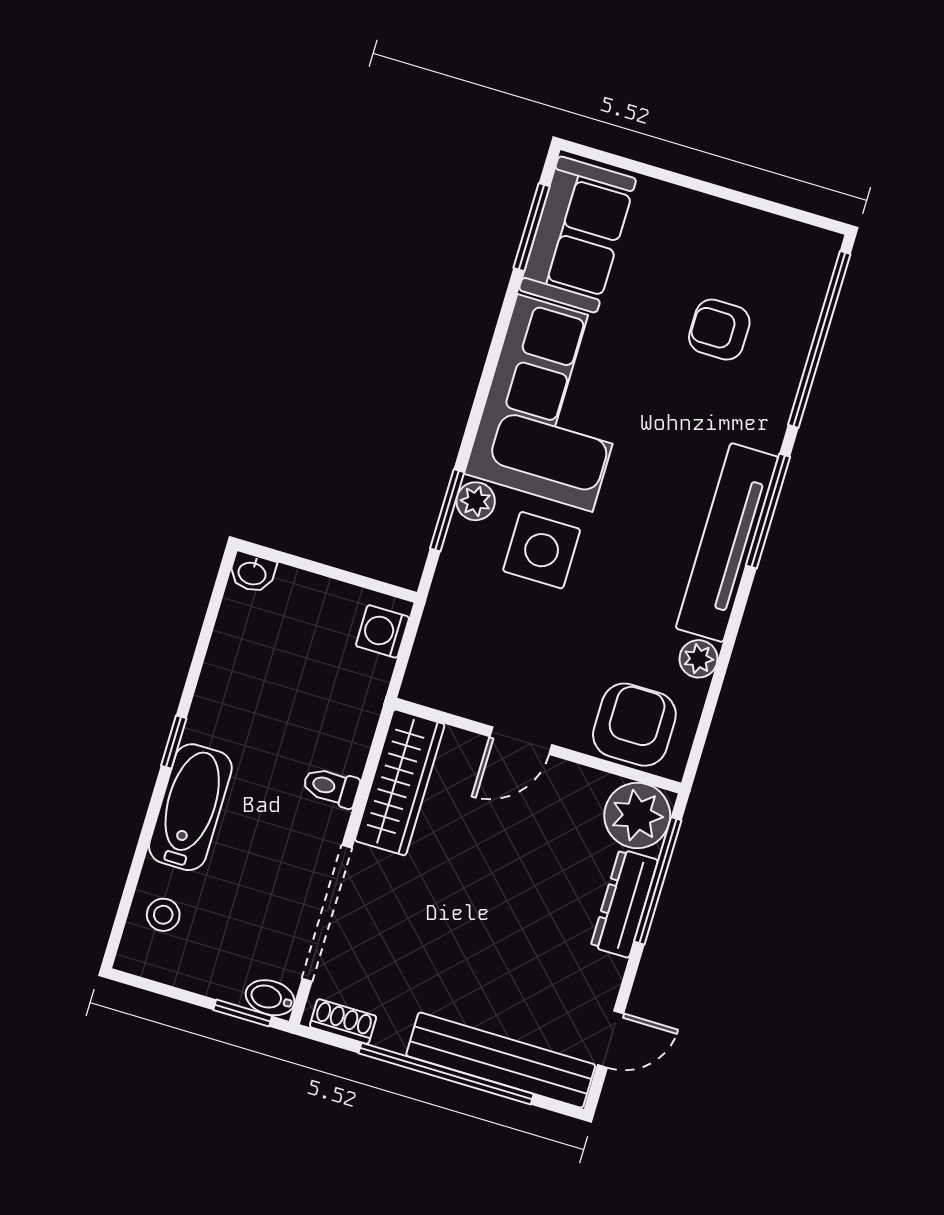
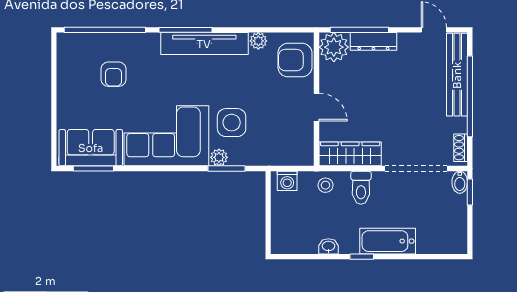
washbasin: (252, 573) -> (328, 246), moved, turned -90
toilet: (331, 787) -> (361, 188), width x1.37, depth x1.39
stool: (163, 915) -> (325, 185), moved

